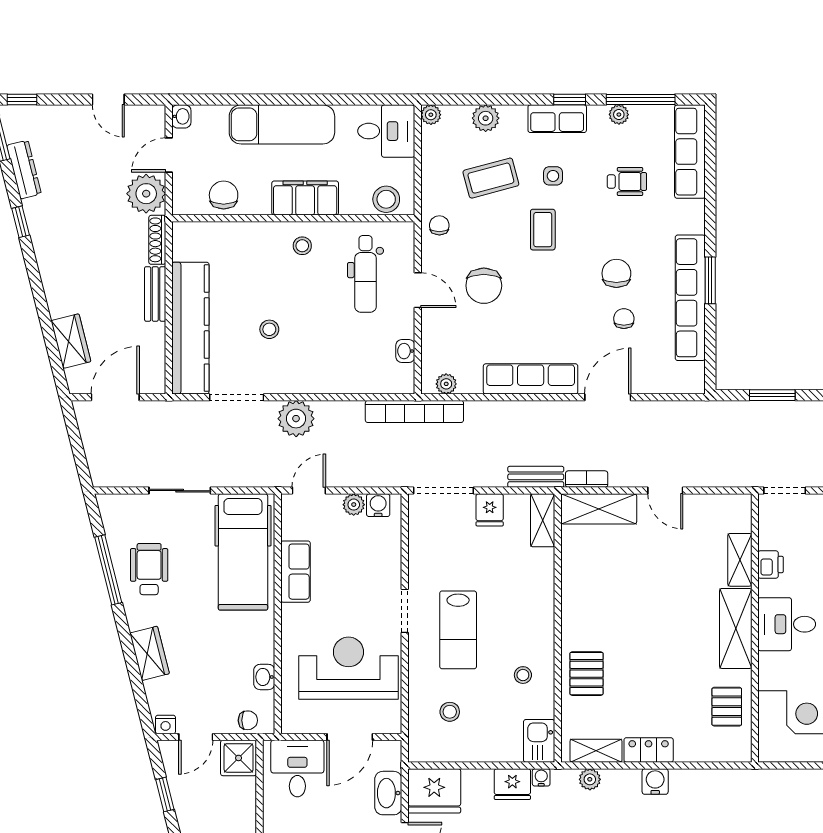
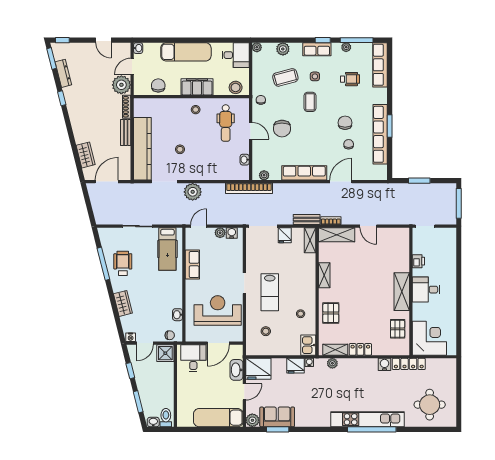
hospital bed: (243, 552) -> (167, 249), width x0.73, depth x0.78
shelving: (740, 560) -> (324, 275), moved
water cooler: (655, 781) -> (385, 364), moved
locker: (750, 781) -> (409, 364), added

